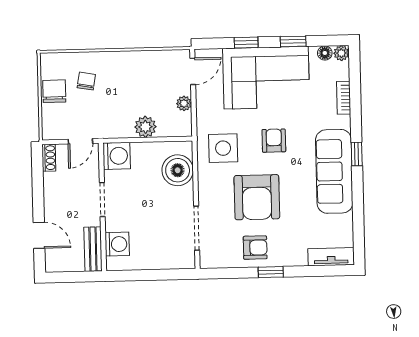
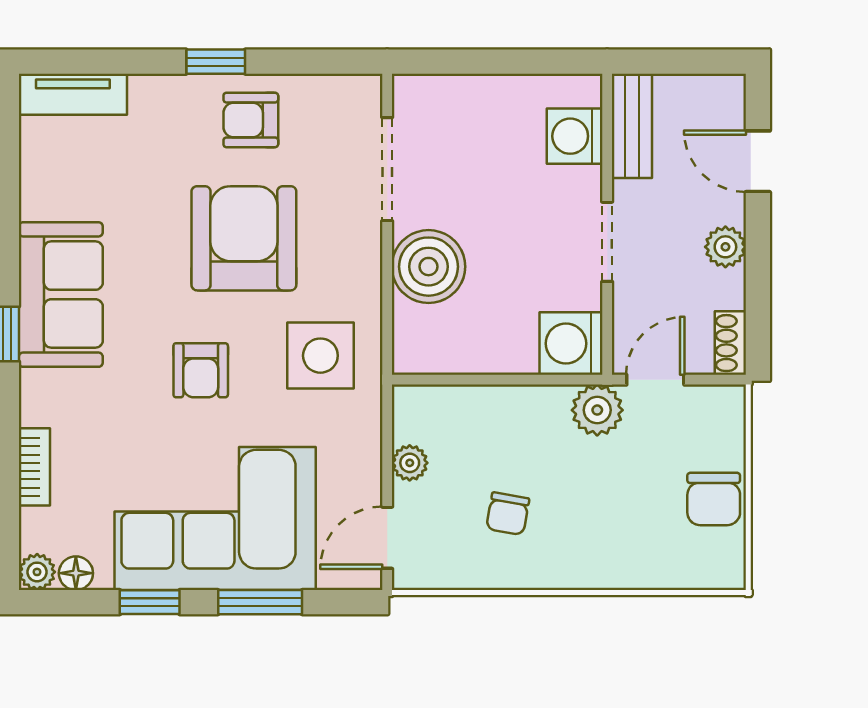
window: (246, 43) -> (260, 602), width x1.50
chair: (86, 81) -> (508, 514), moved
plant: (145, 127) -> (597, 410), moved
boiler: (178, 170) -> (429, 267), moved
sofa: (334, 171) -> (61, 295), width x0.73
plant: (52, 199) -> (725, 247), added

